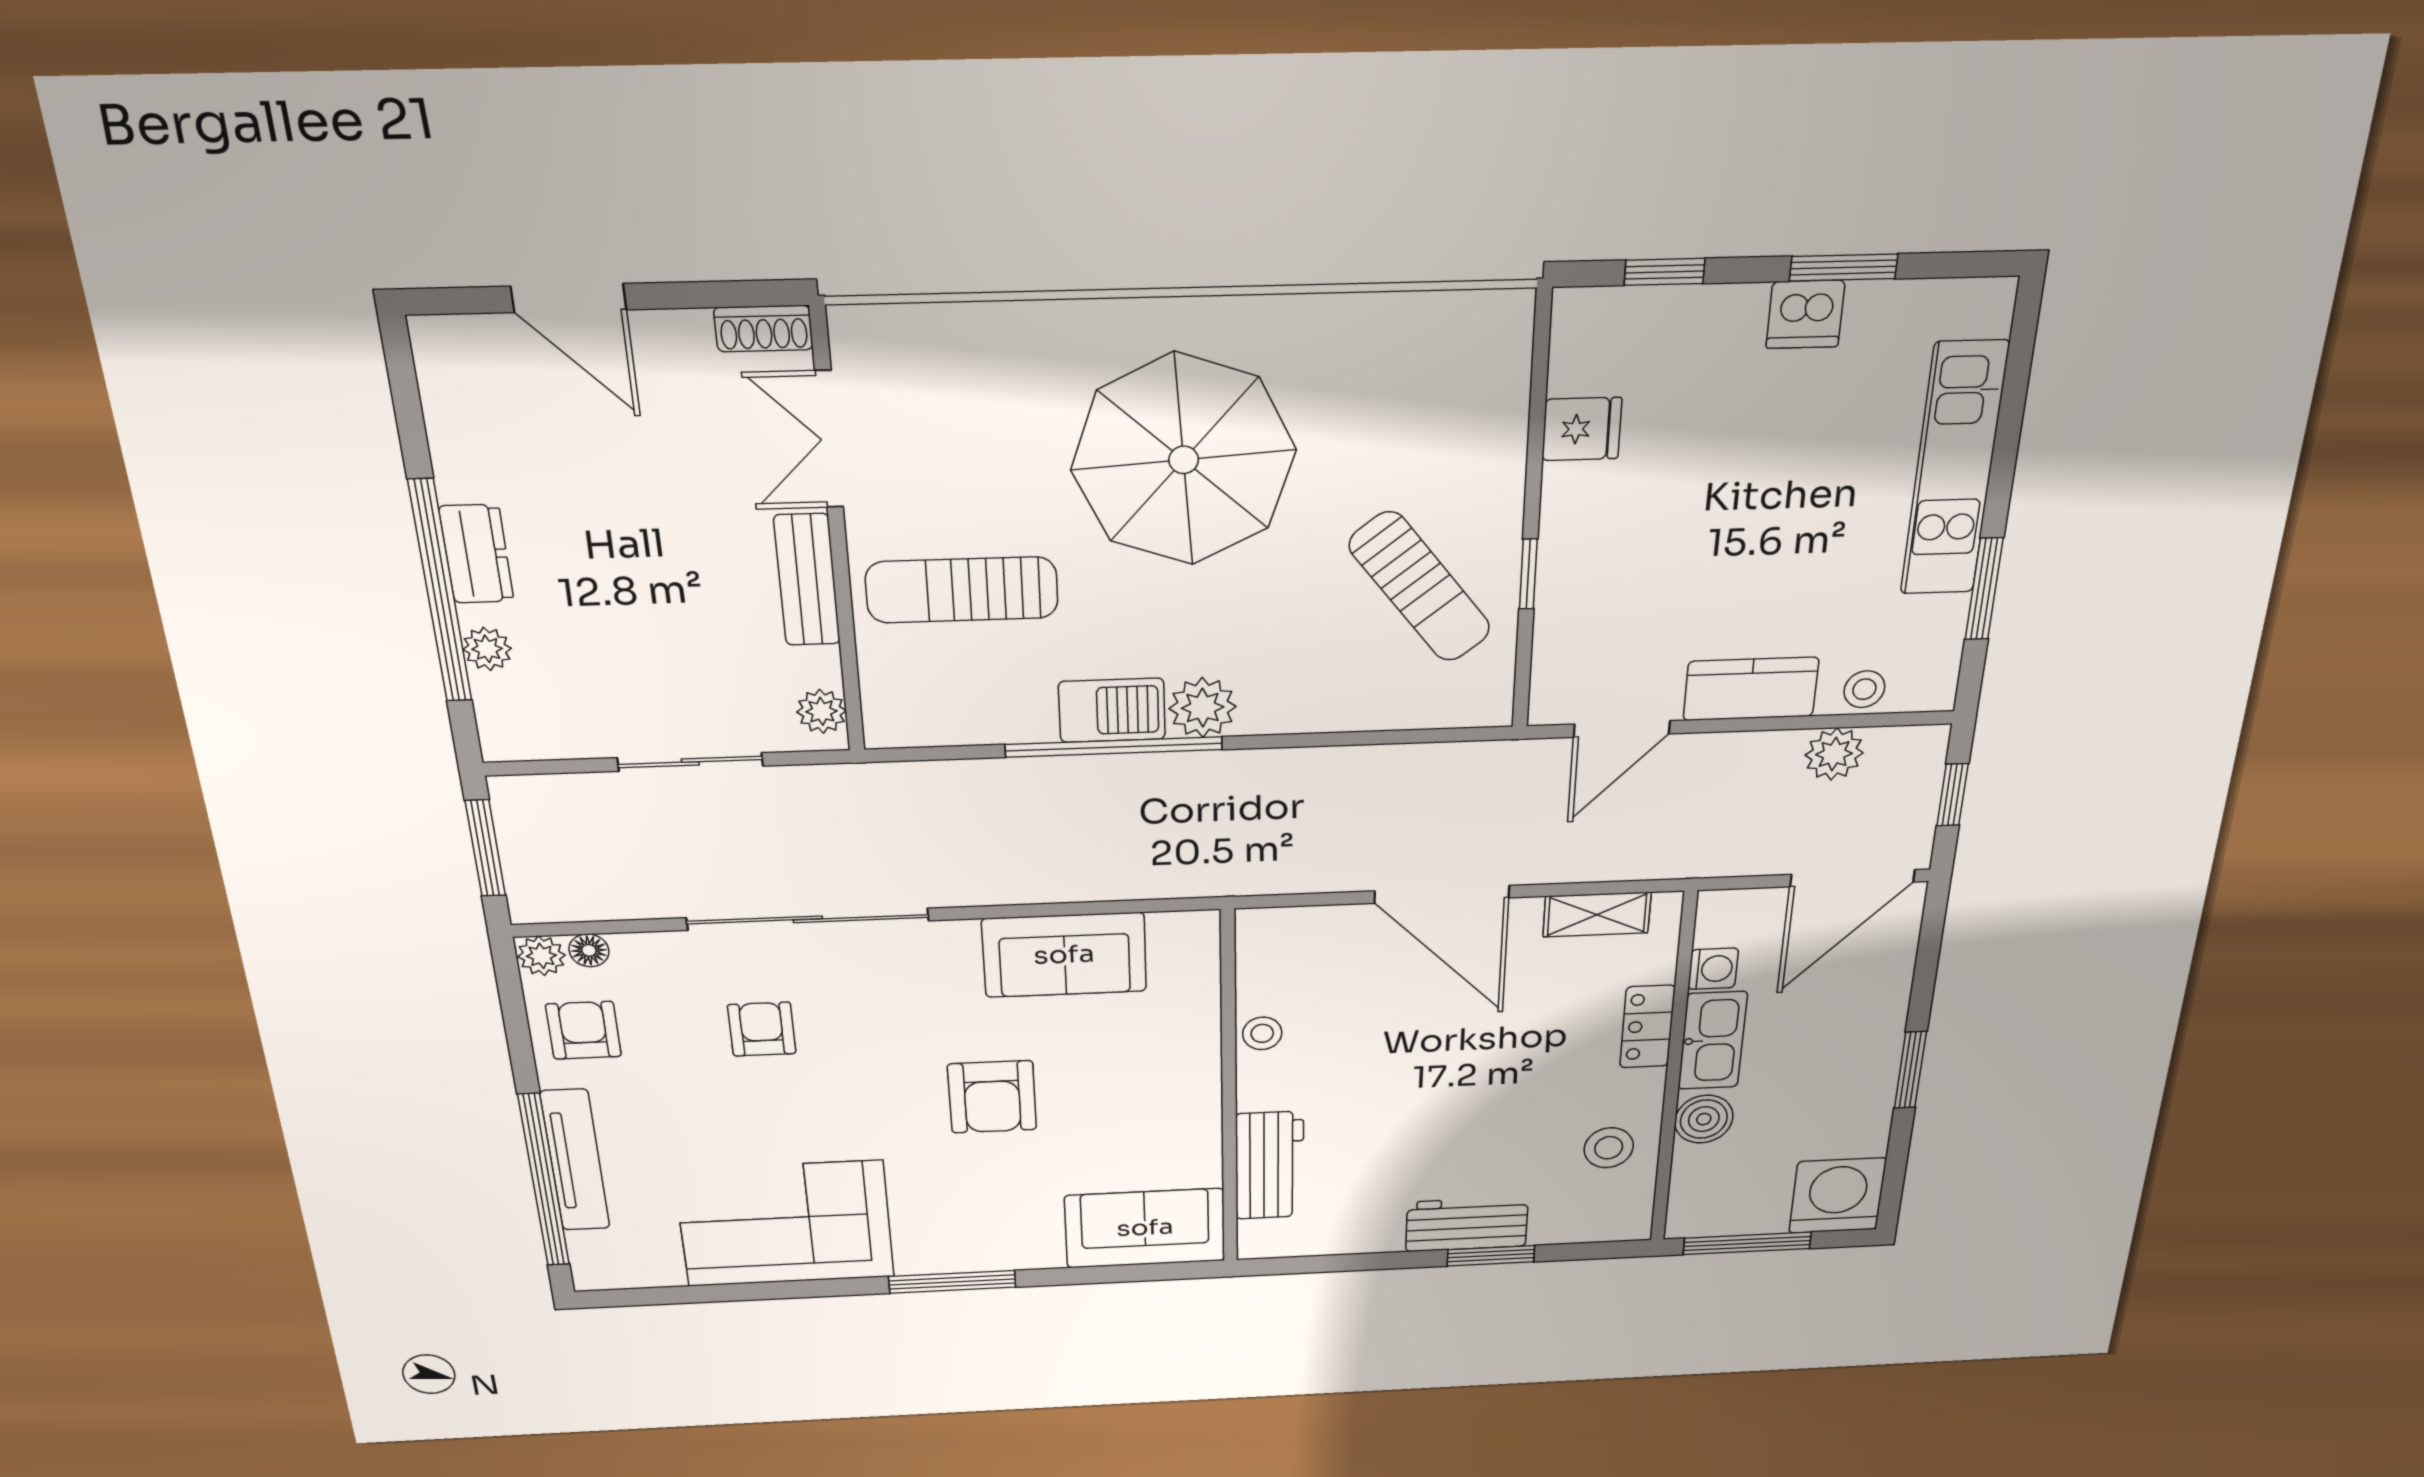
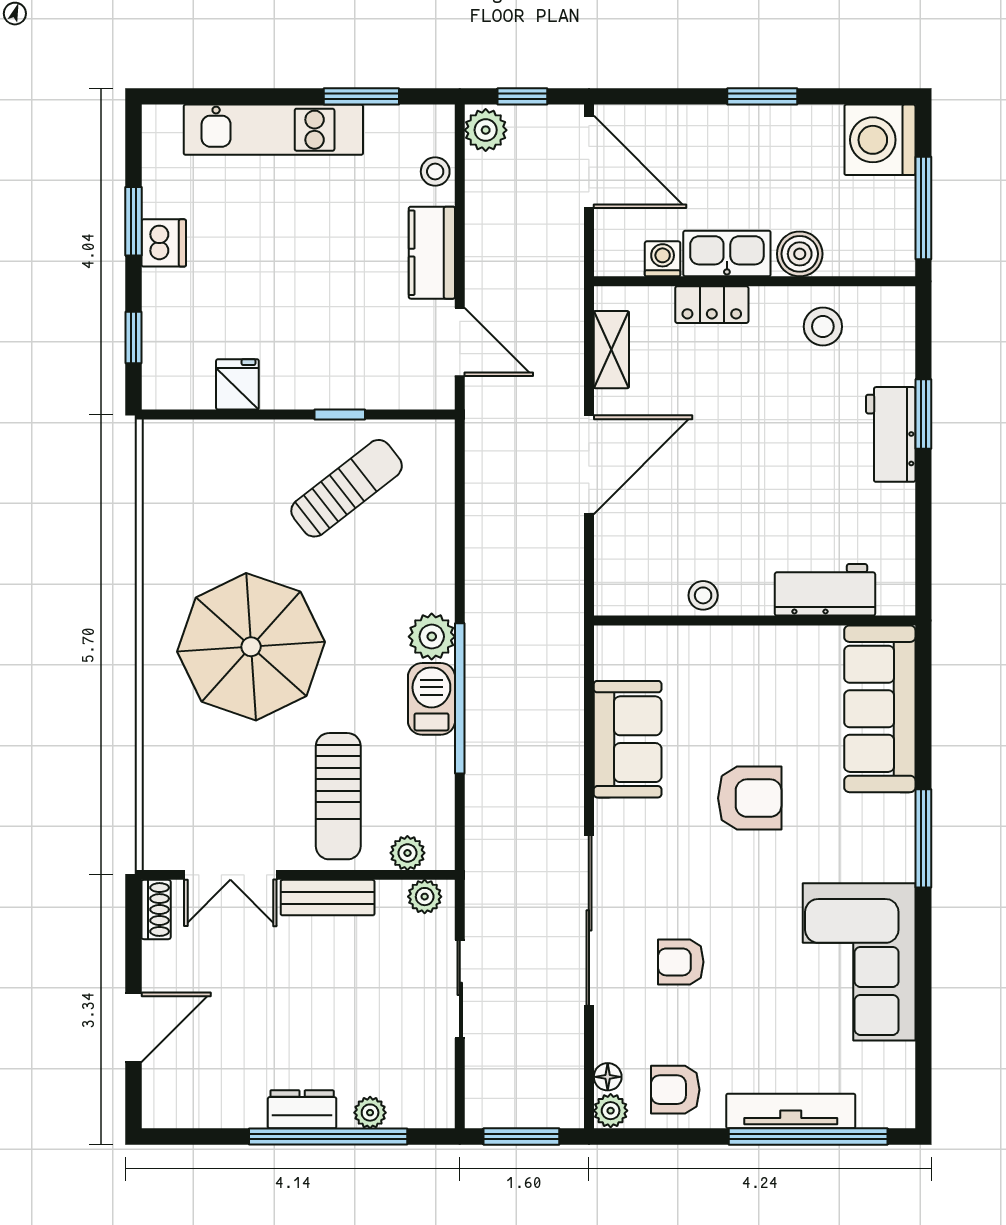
plant: (884, 686) -> (407, 853), added
plant: (1834, 754) -> (486, 130), moved
sofa: (1145, 1228) -> (880, 709), width x1.36

